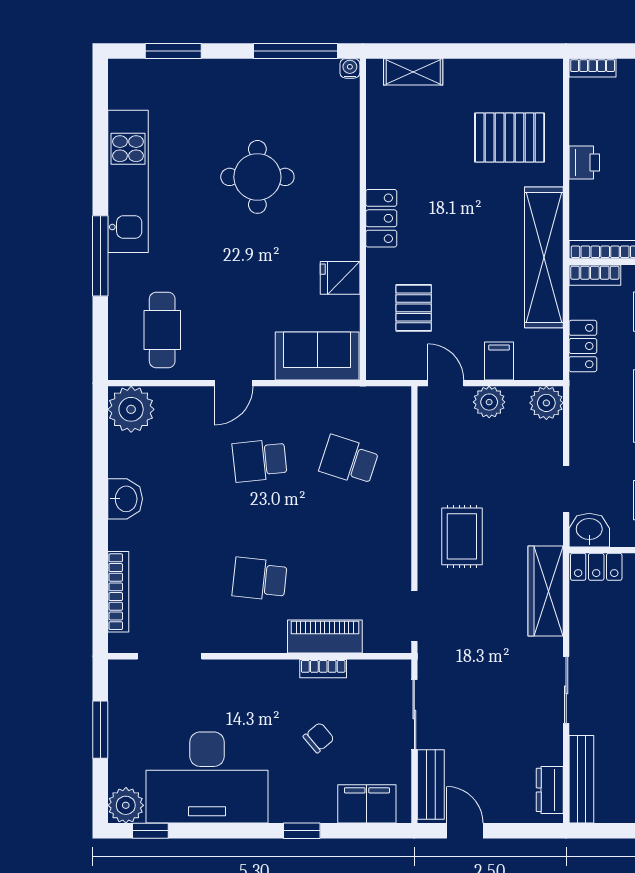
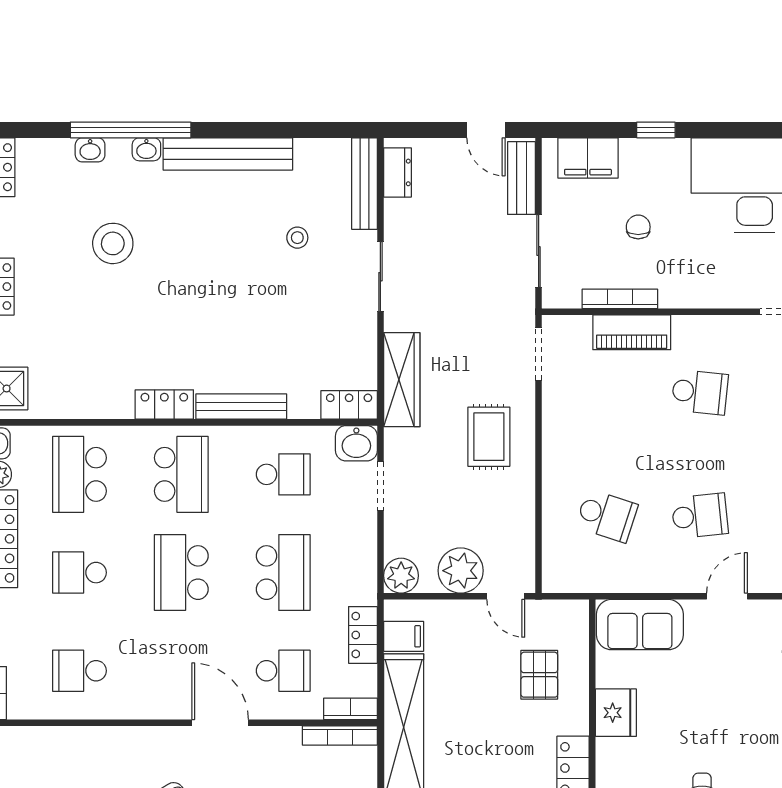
fridge: (340, 278) -> (616, 713), width x1.38
filing cabinet: (499, 361) -> (404, 636), moved, turned -90
plant: (489, 402) -> (461, 571), width x1.36, depth x1.36
bookcase: (323, 669) -> (620, 299), width x1.56
chair: (319, 738) -> (638, 227), turned 130

